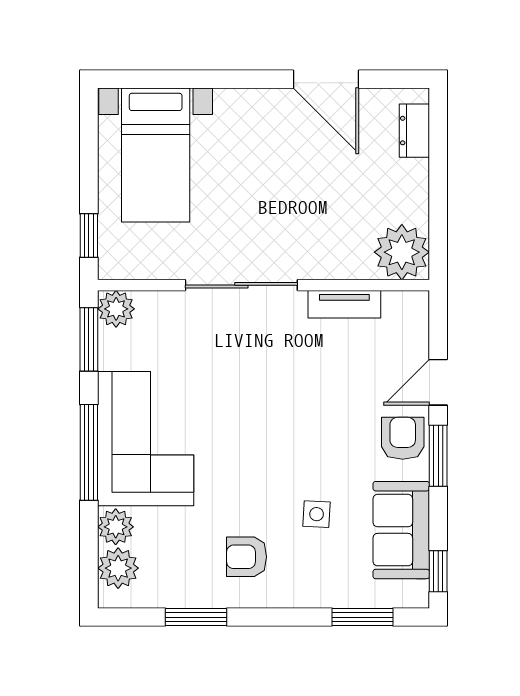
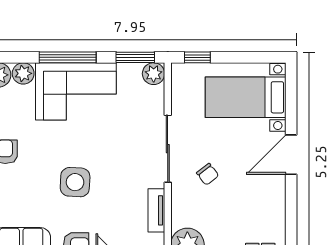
door: (326, 79) -> (291, 155), moved
chair: (284, 218) -> (208, 174), added
side table: (317, 514) -> (75, 182), moved, width x1.87, depth x1.87

